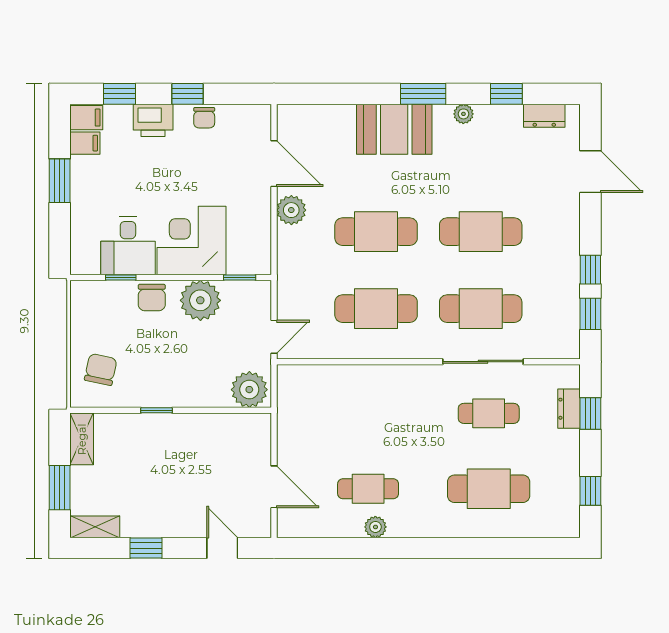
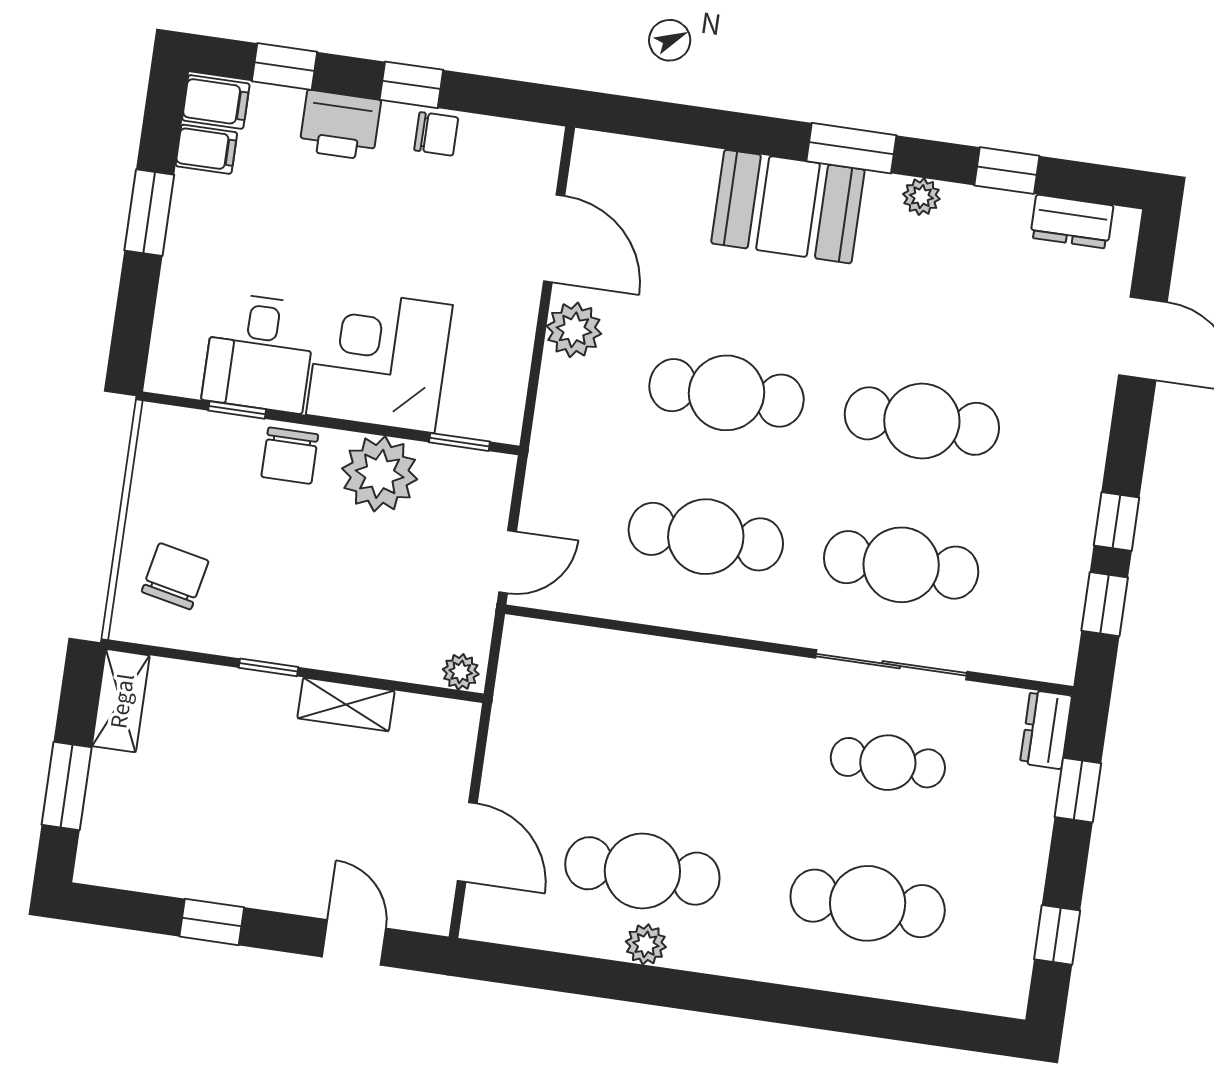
chair: (204, 118) -> (436, 134), turned -90
plant: (249, 390) -> (461, 672), width x0.53, depth x0.53
dresser: (569, 409) -> (1046, 730), moved
cafe table: (368, 489) -> (642, 871), width x1.37, depth x1.35
shelving: (95, 527) -> (346, 704), moved

